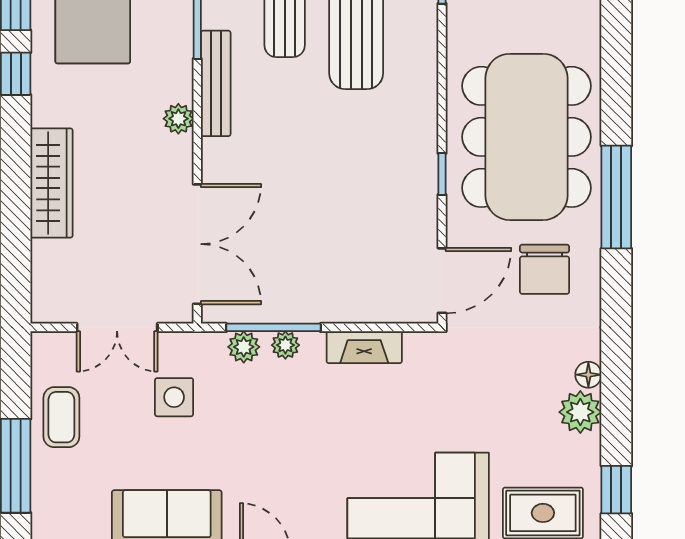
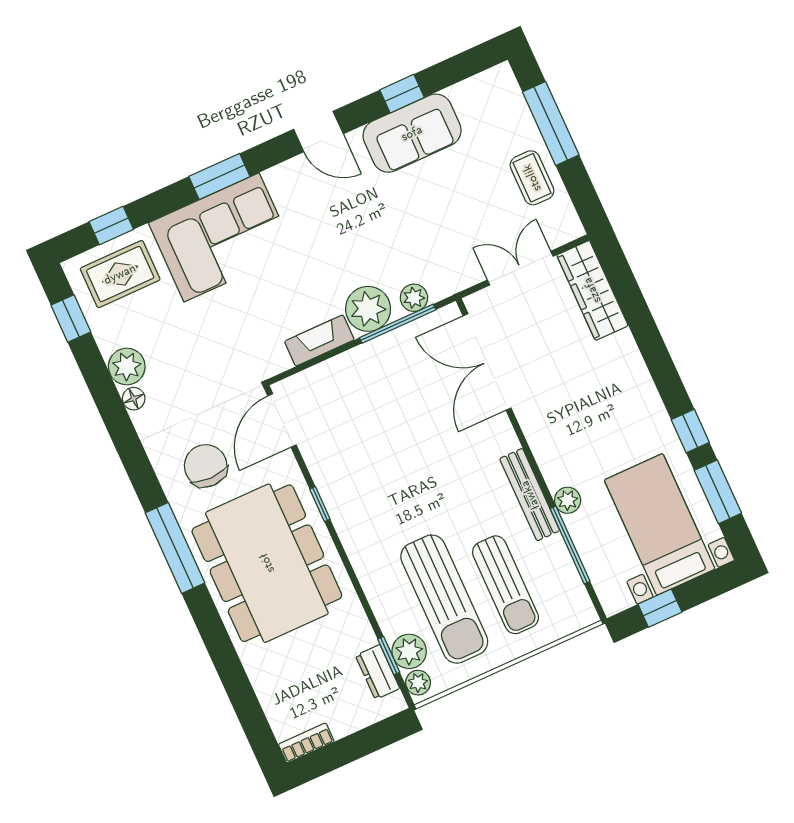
plant: (178, 119) -> (568, 500), moved
wardrobe: (52, 183) -> (592, 290), moved
plant: (285, 345) -> (368, 309), width x1.88, depth x1.88
side table: (174, 397) -> (451, 234), removed

